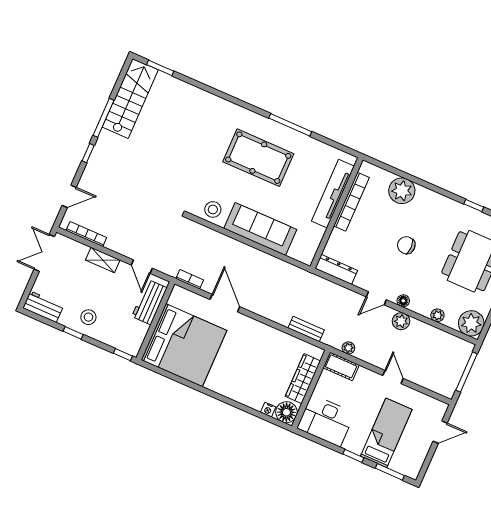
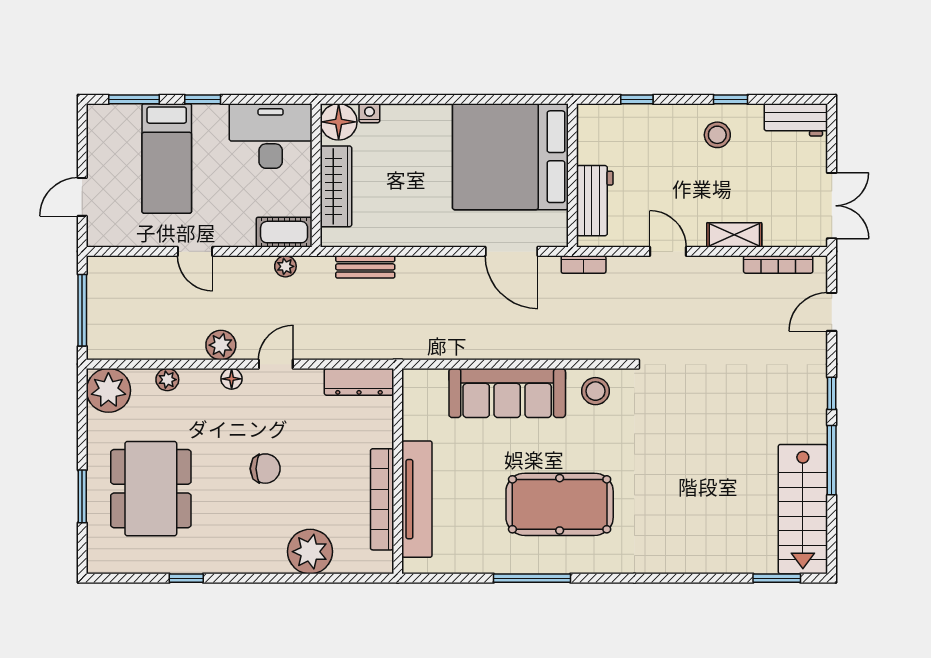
workbench: (149, 302) -> (595, 201), moved
wall: (155, 321) -> (572, 175), moved
bed: (184, 345) -> (510, 157), moved

